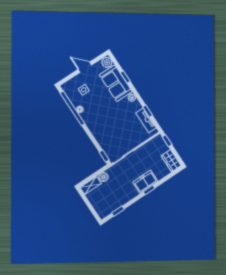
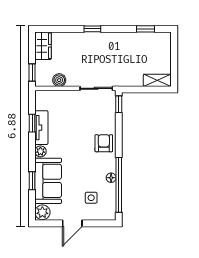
door: (85, 67) -> (72, 223), hinge flipped
tv unit: (146, 120) -> (41, 128), moved
armchair: (98, 127) -> (104, 143), added
boiler: (104, 177) -> (59, 80), moved
freezer: (145, 182) -> (90, 42), removed

